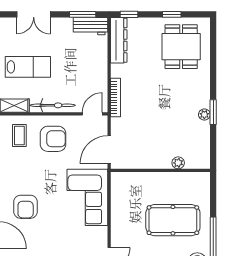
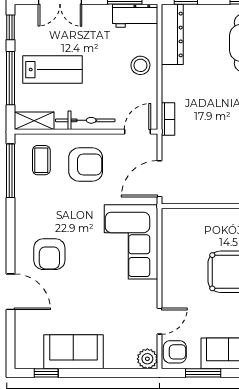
stool: (95, 64) -> (140, 65), added
bookcase: (115, 97) -> (168, 119), width x0.64

